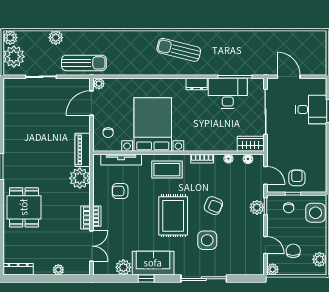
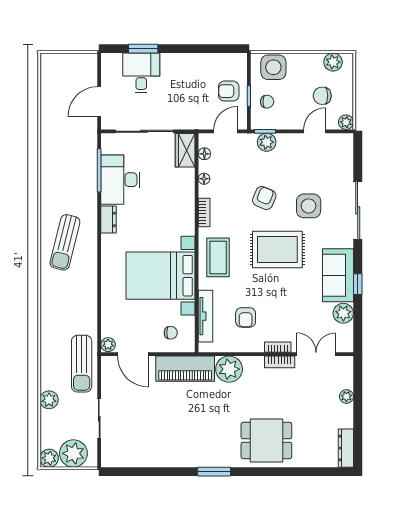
sun lounger: (84, 63) -> (82, 364), turned 180
piano: (83, 150) -> (185, 369), width x1.37, depth x1.33

